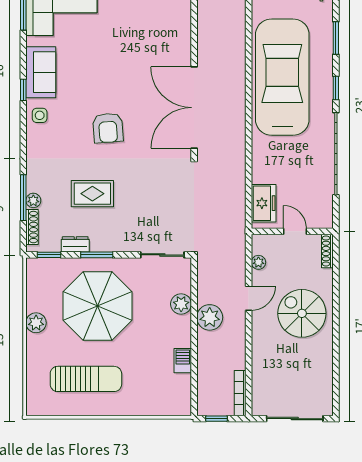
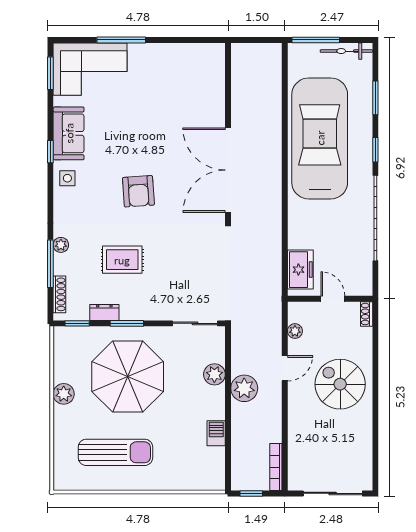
plant: (33, 200) -> (61, 245), moved
shoe rack: (327, 251) -> (367, 314), width x0.70

